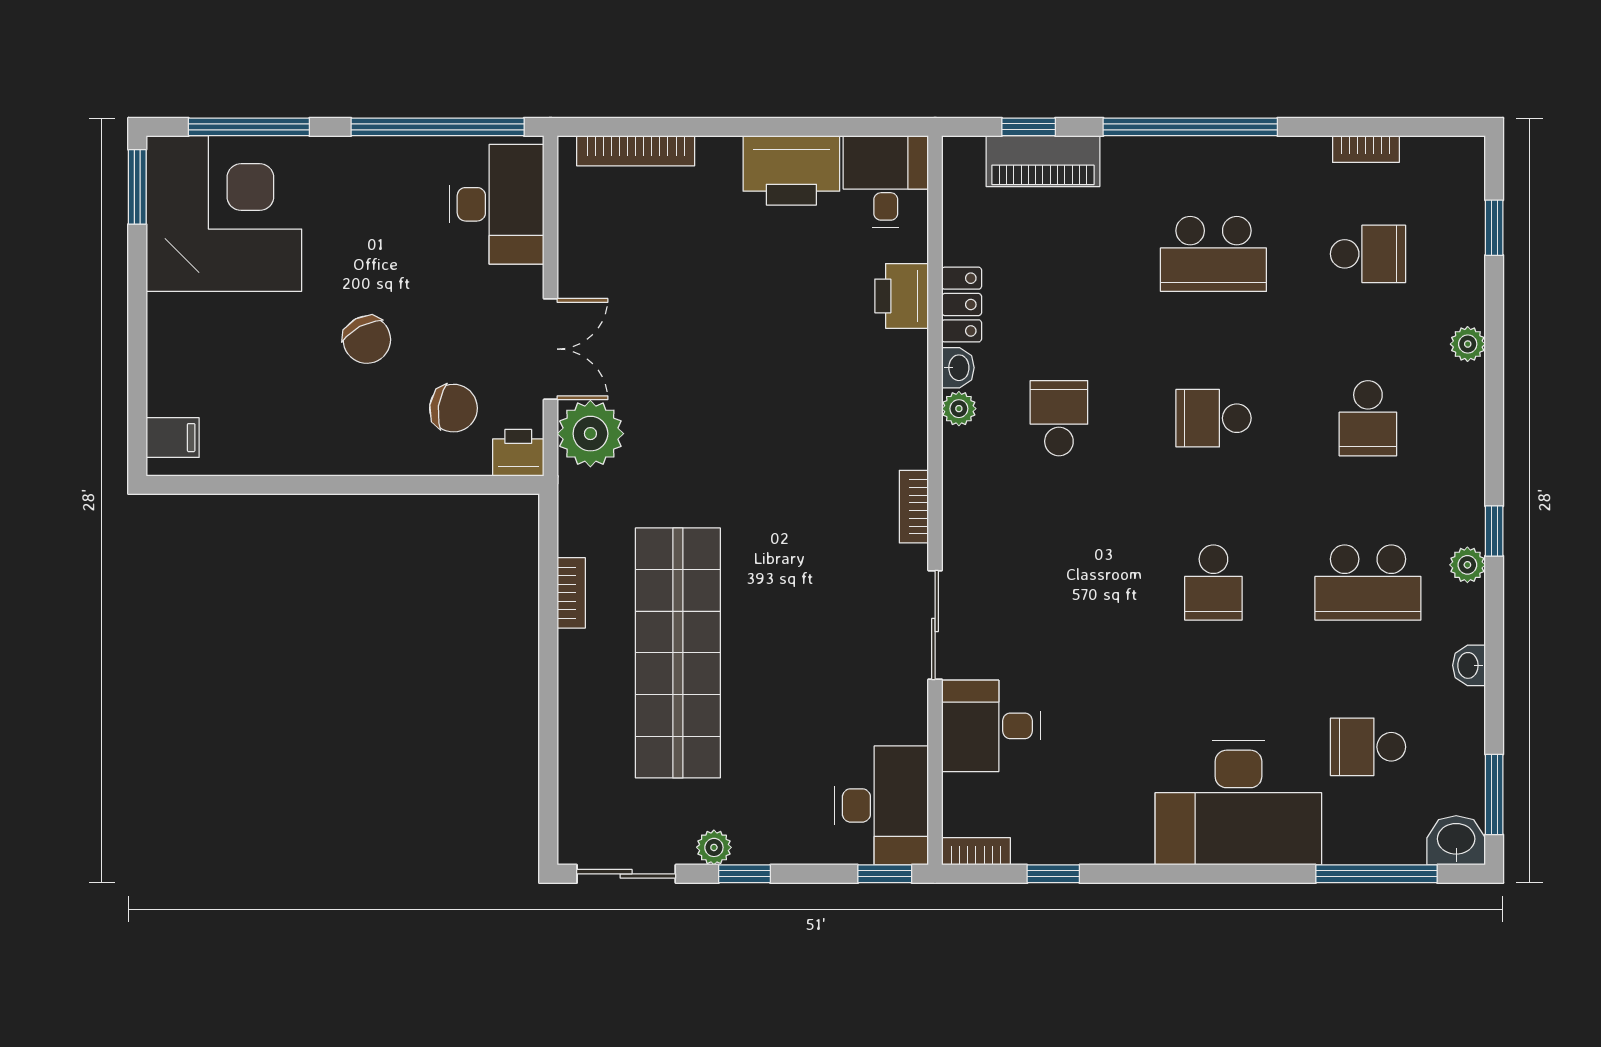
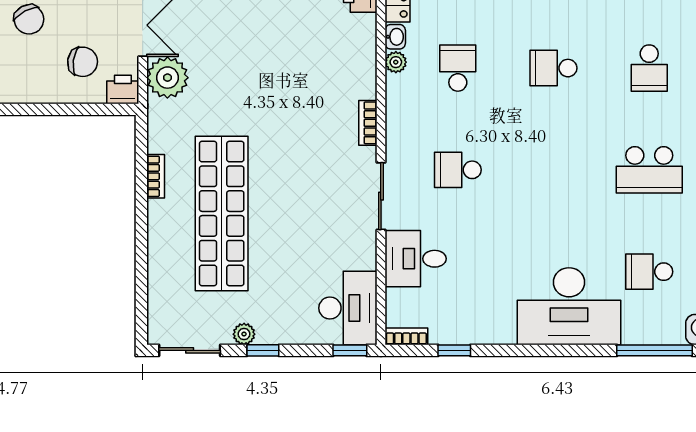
school desk: (1213, 582) -> (458, 170), moved, turned 90

